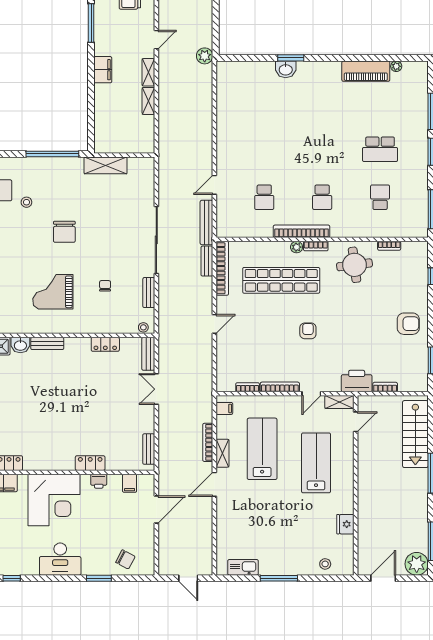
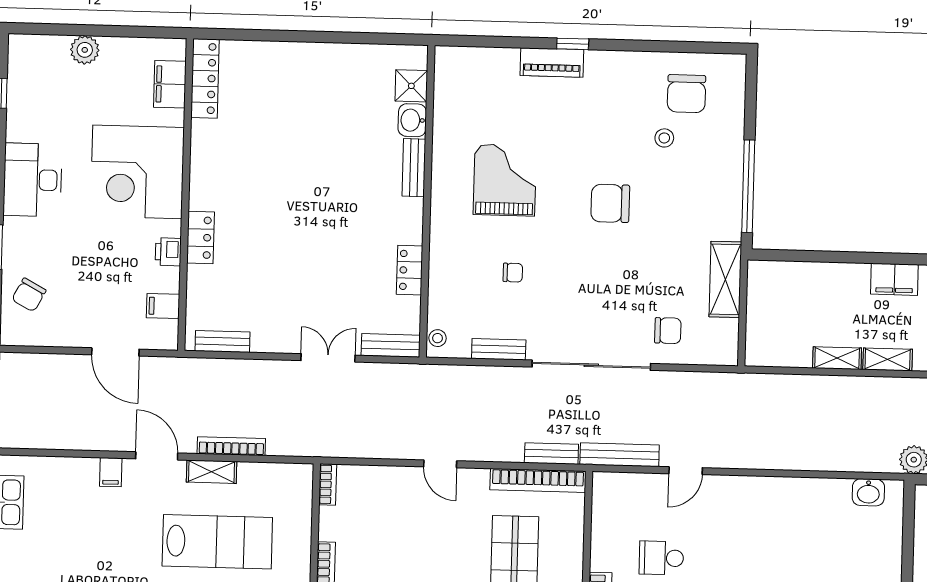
washbasin: (224, 81) -> (868, 492), added
door: (214, 185) -> (686, 471), swing flipped
chair: (135, 197) -> (668, 331), added
bookcase: (248, 387) -> (328, 484), moved
filing cabinet: (224, 408) -> (111, 472), moved

